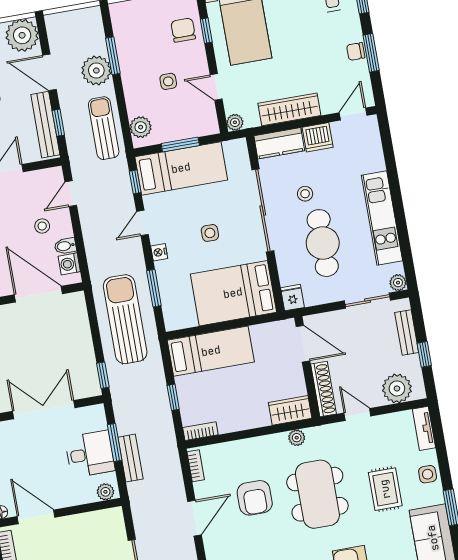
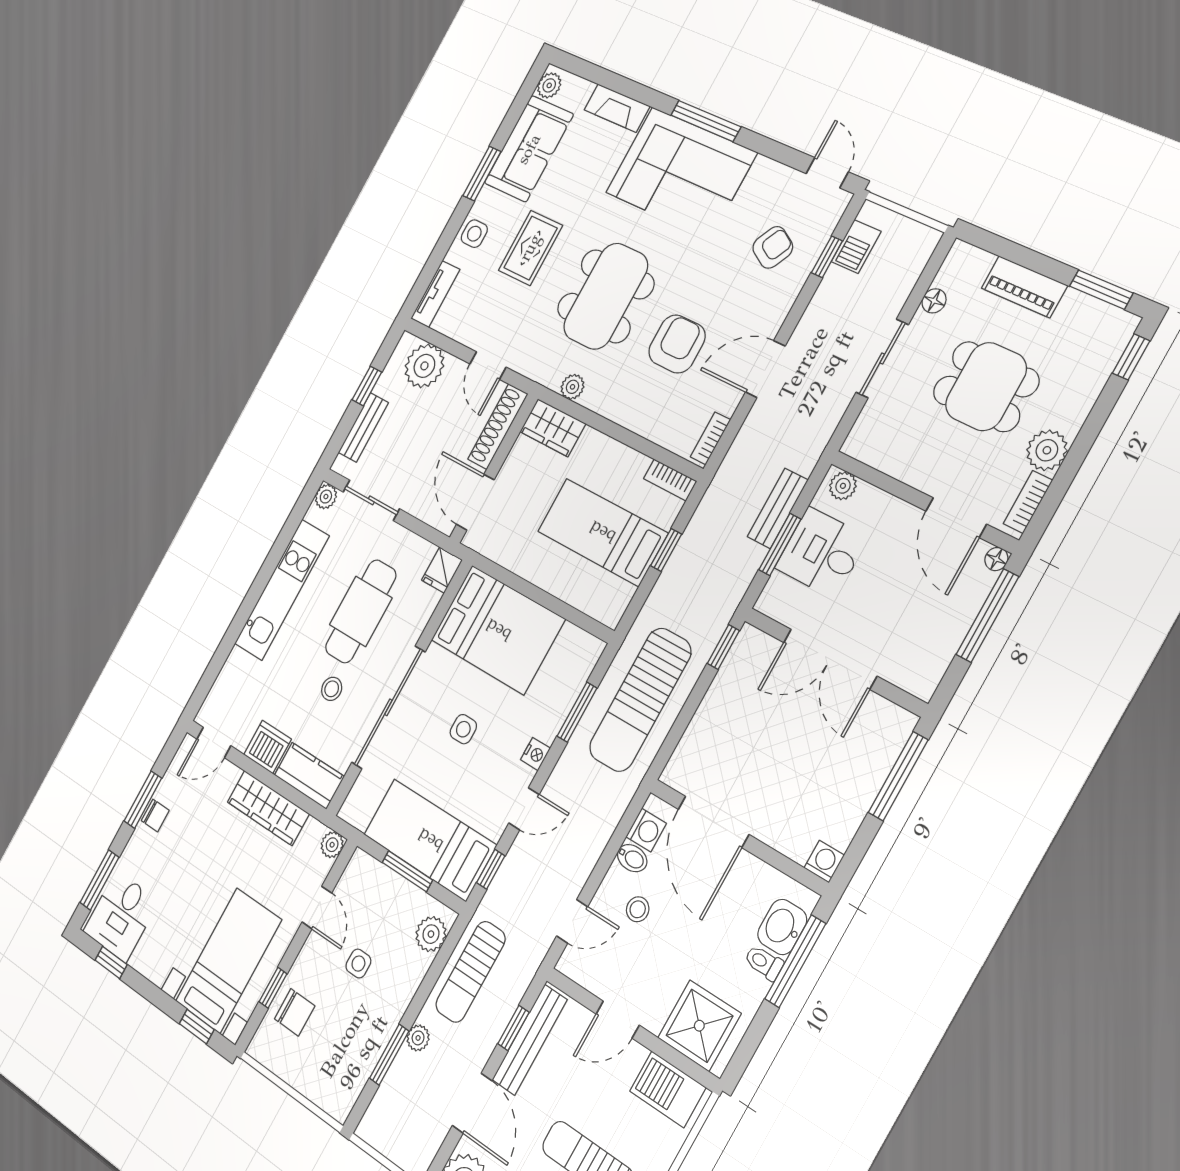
chair: (183, 30) -> (295, 1012), turned -90
plant: (96, 70) -> (418, 1038), width x0.53, depth x0.53
bed: (211, 351) -> (602, 532), moved

